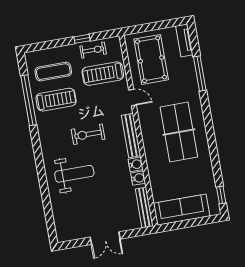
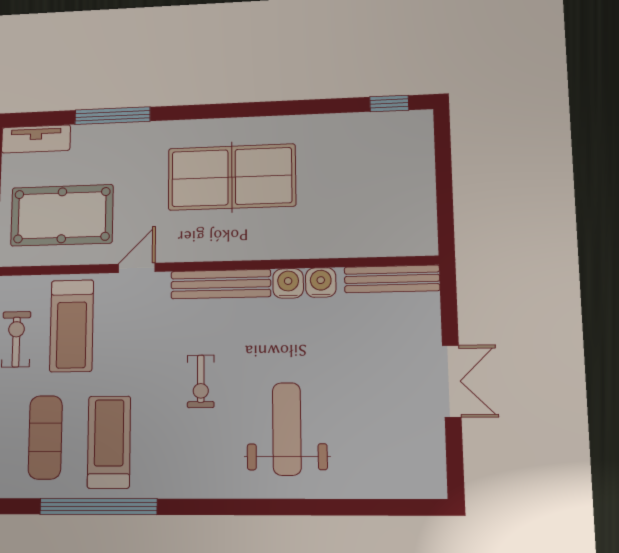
exercise bike: (88, 134) -> (201, 381), width x0.73, depth x0.72
sofa: (182, 210) -> (410, 195), removed

